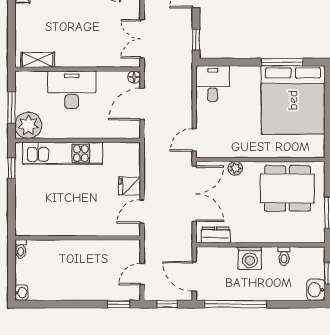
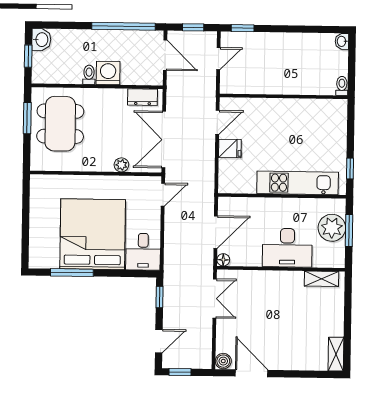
bed: (293, 100) -> (93, 234), moved
plant: (28, 125) -> (332, 228), moved
dining table: (287, 188) -> (60, 124), moved, turned 90
toilet: (284, 256) -> (89, 75), moved

